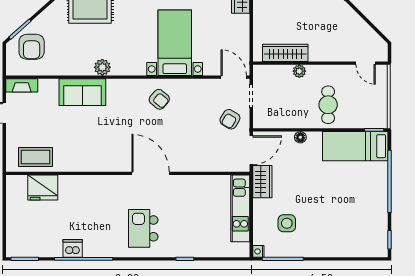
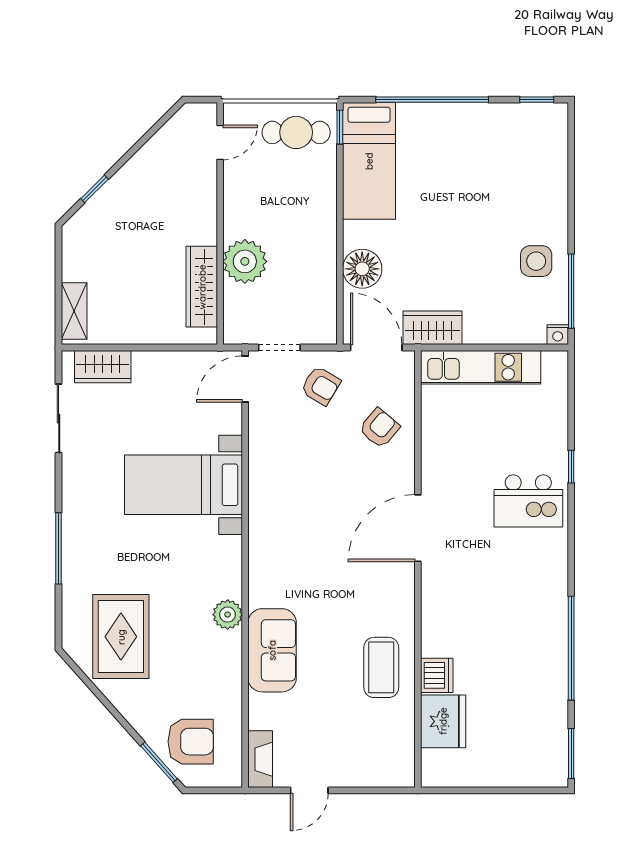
plant: (299, 71) -> (245, 261), width x1.87, depth x1.87
armchair: (159, 99) -> (379, 428), moved
cafe table: (328, 105) -> (296, 132), moved
floor lamp: (300, 137) -> (362, 269), width x1.89, depth x1.89
coffee table: (36, 157) -> (381, 667), moved
side table: (287, 223) -> (536, 261), moved
kitchen island: (143, 228) -> (528, 501), moved
dishwasher: (73, 248) -> (437, 675), moved, turned 180

